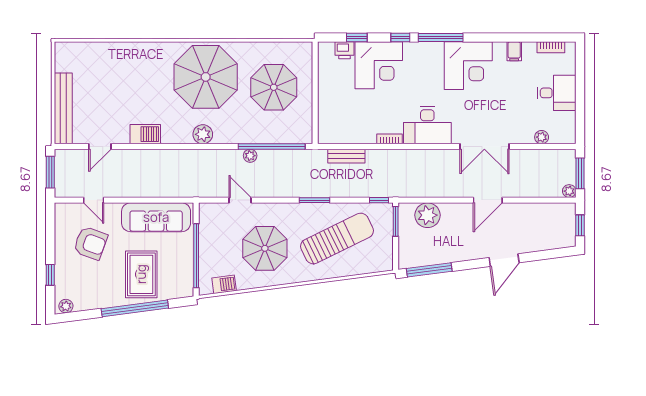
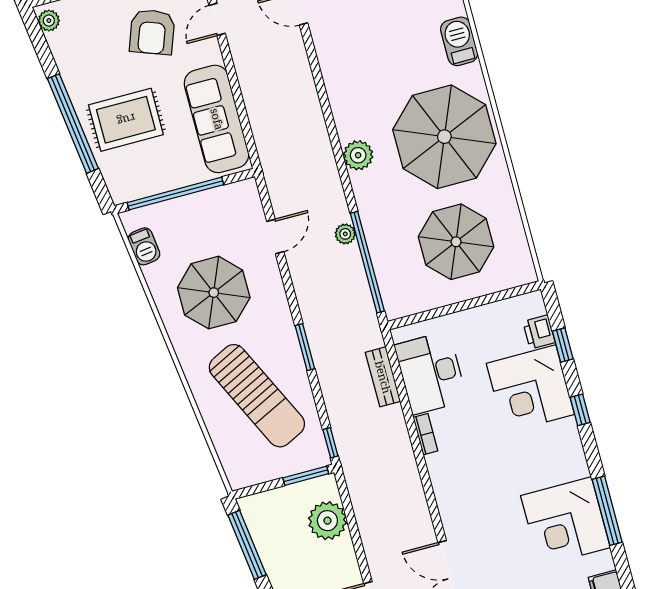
window: (441, 38) -> (607, 511), moved
desk: (427, 125) -> (431, 373), moved
barbecue: (145, 134) -> (459, 41), moved, turned 180

